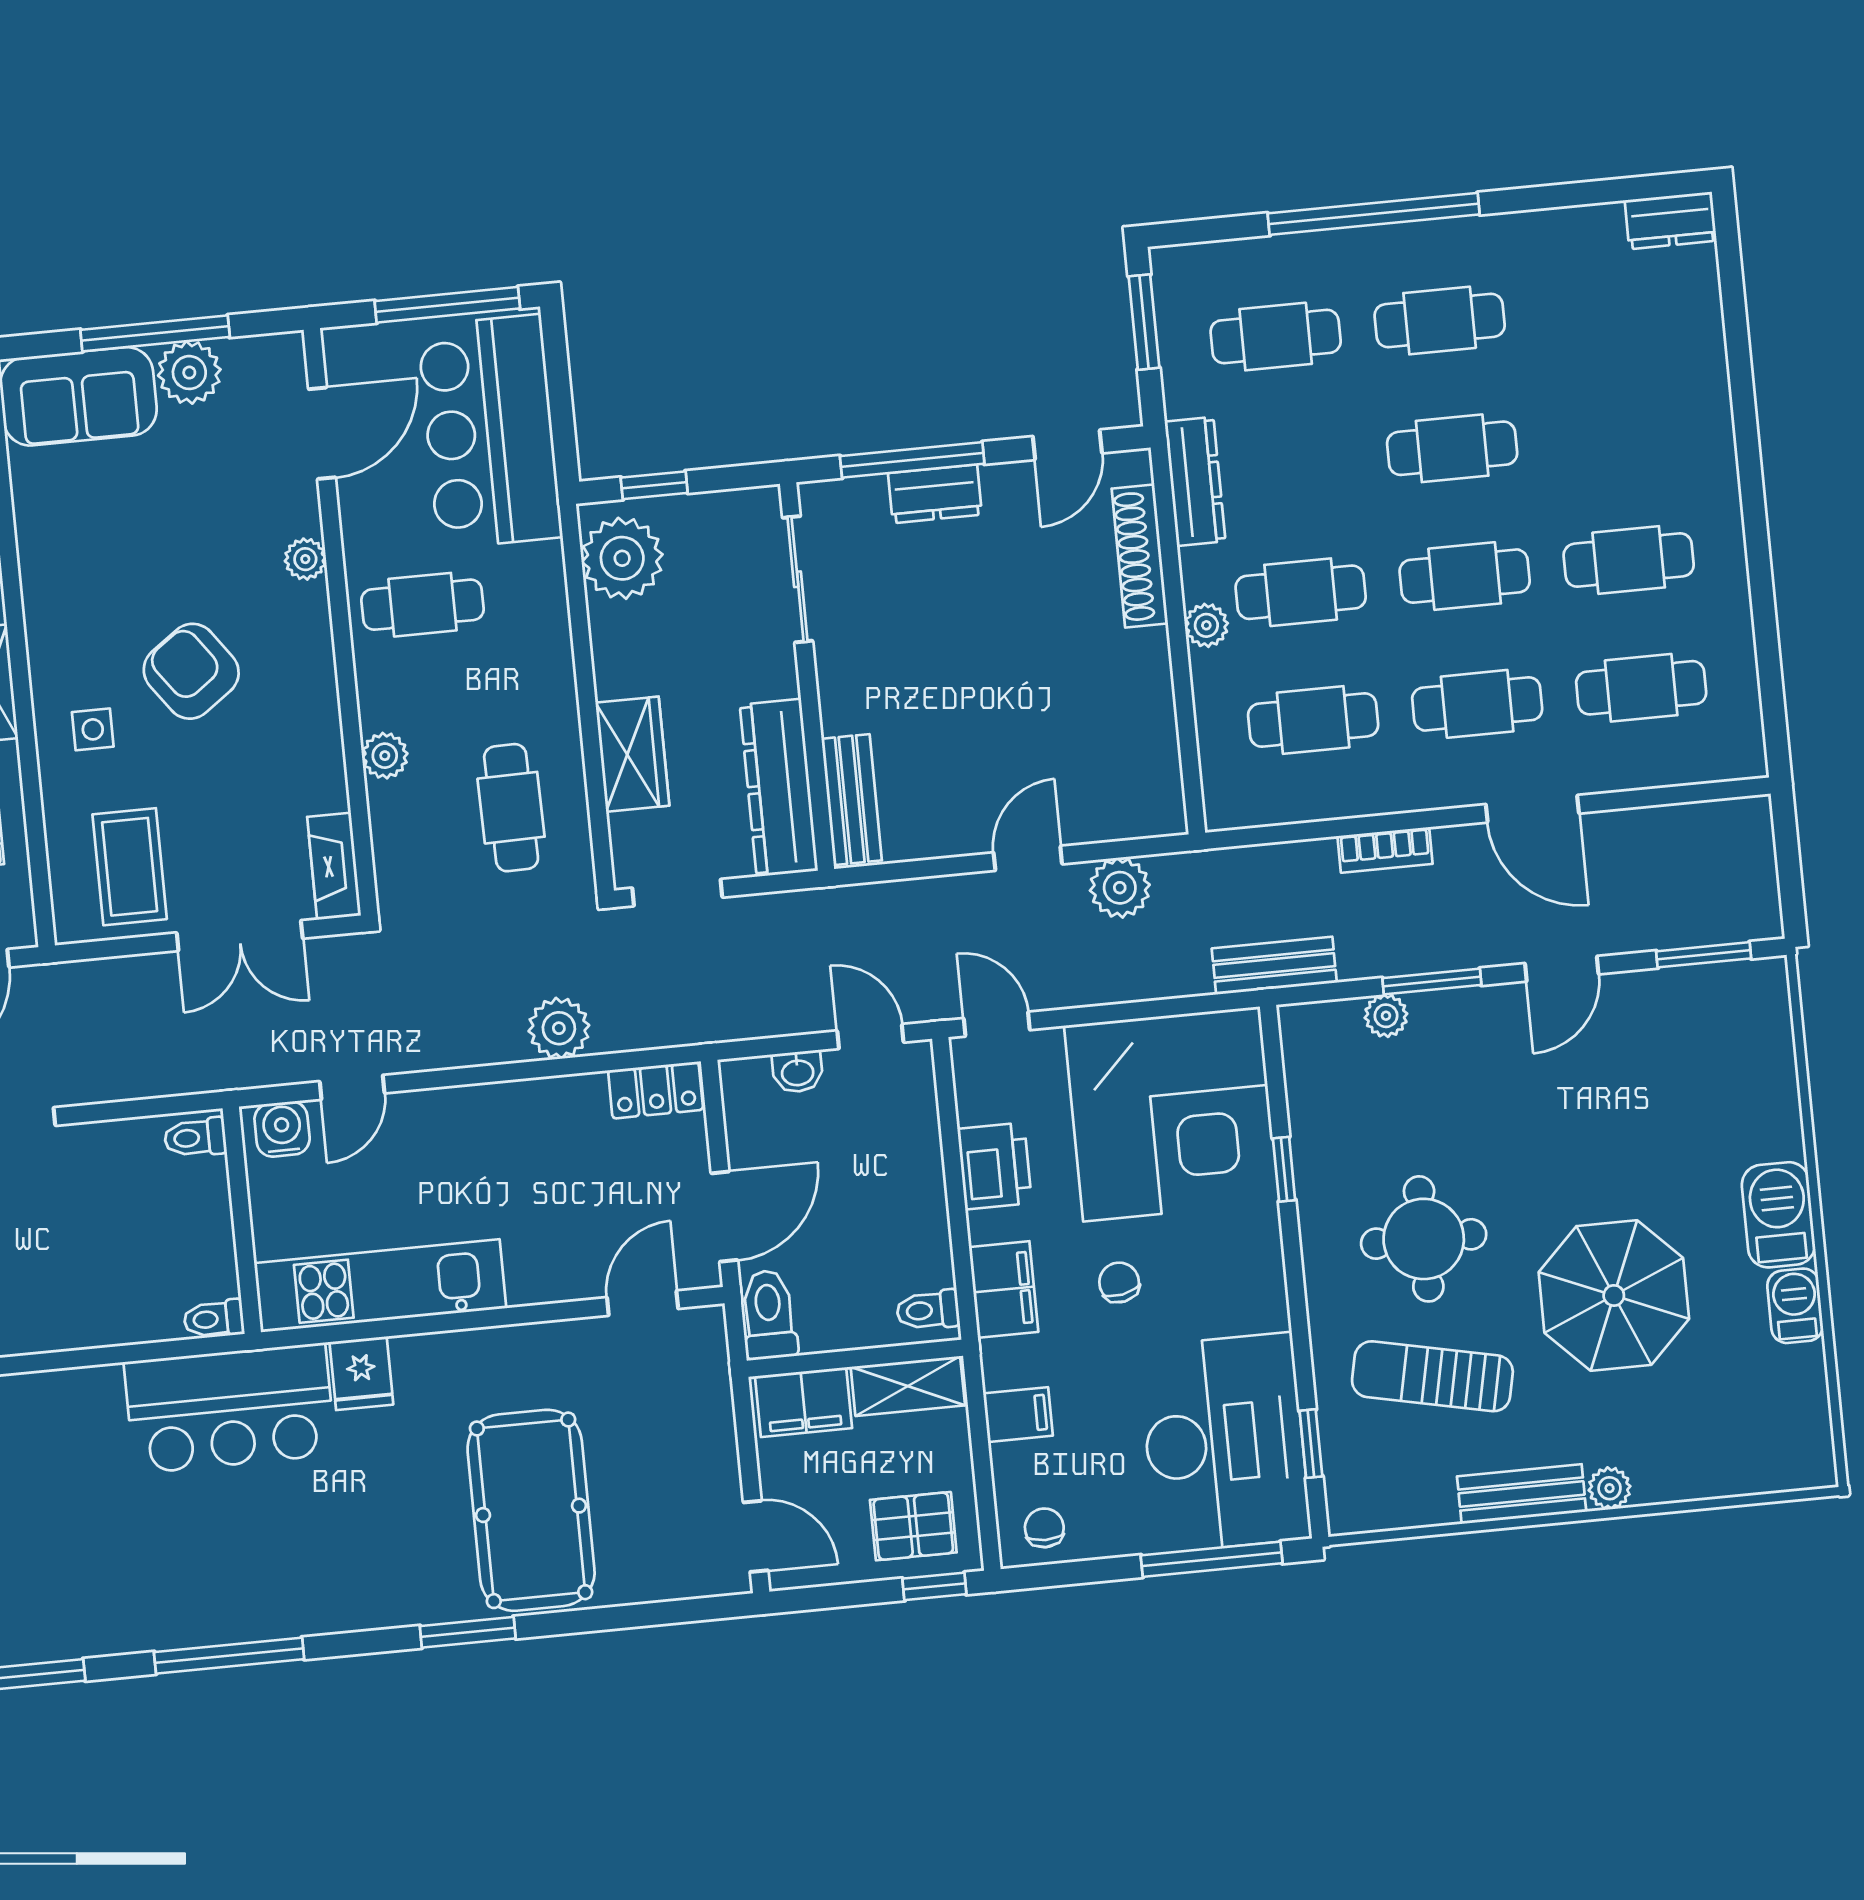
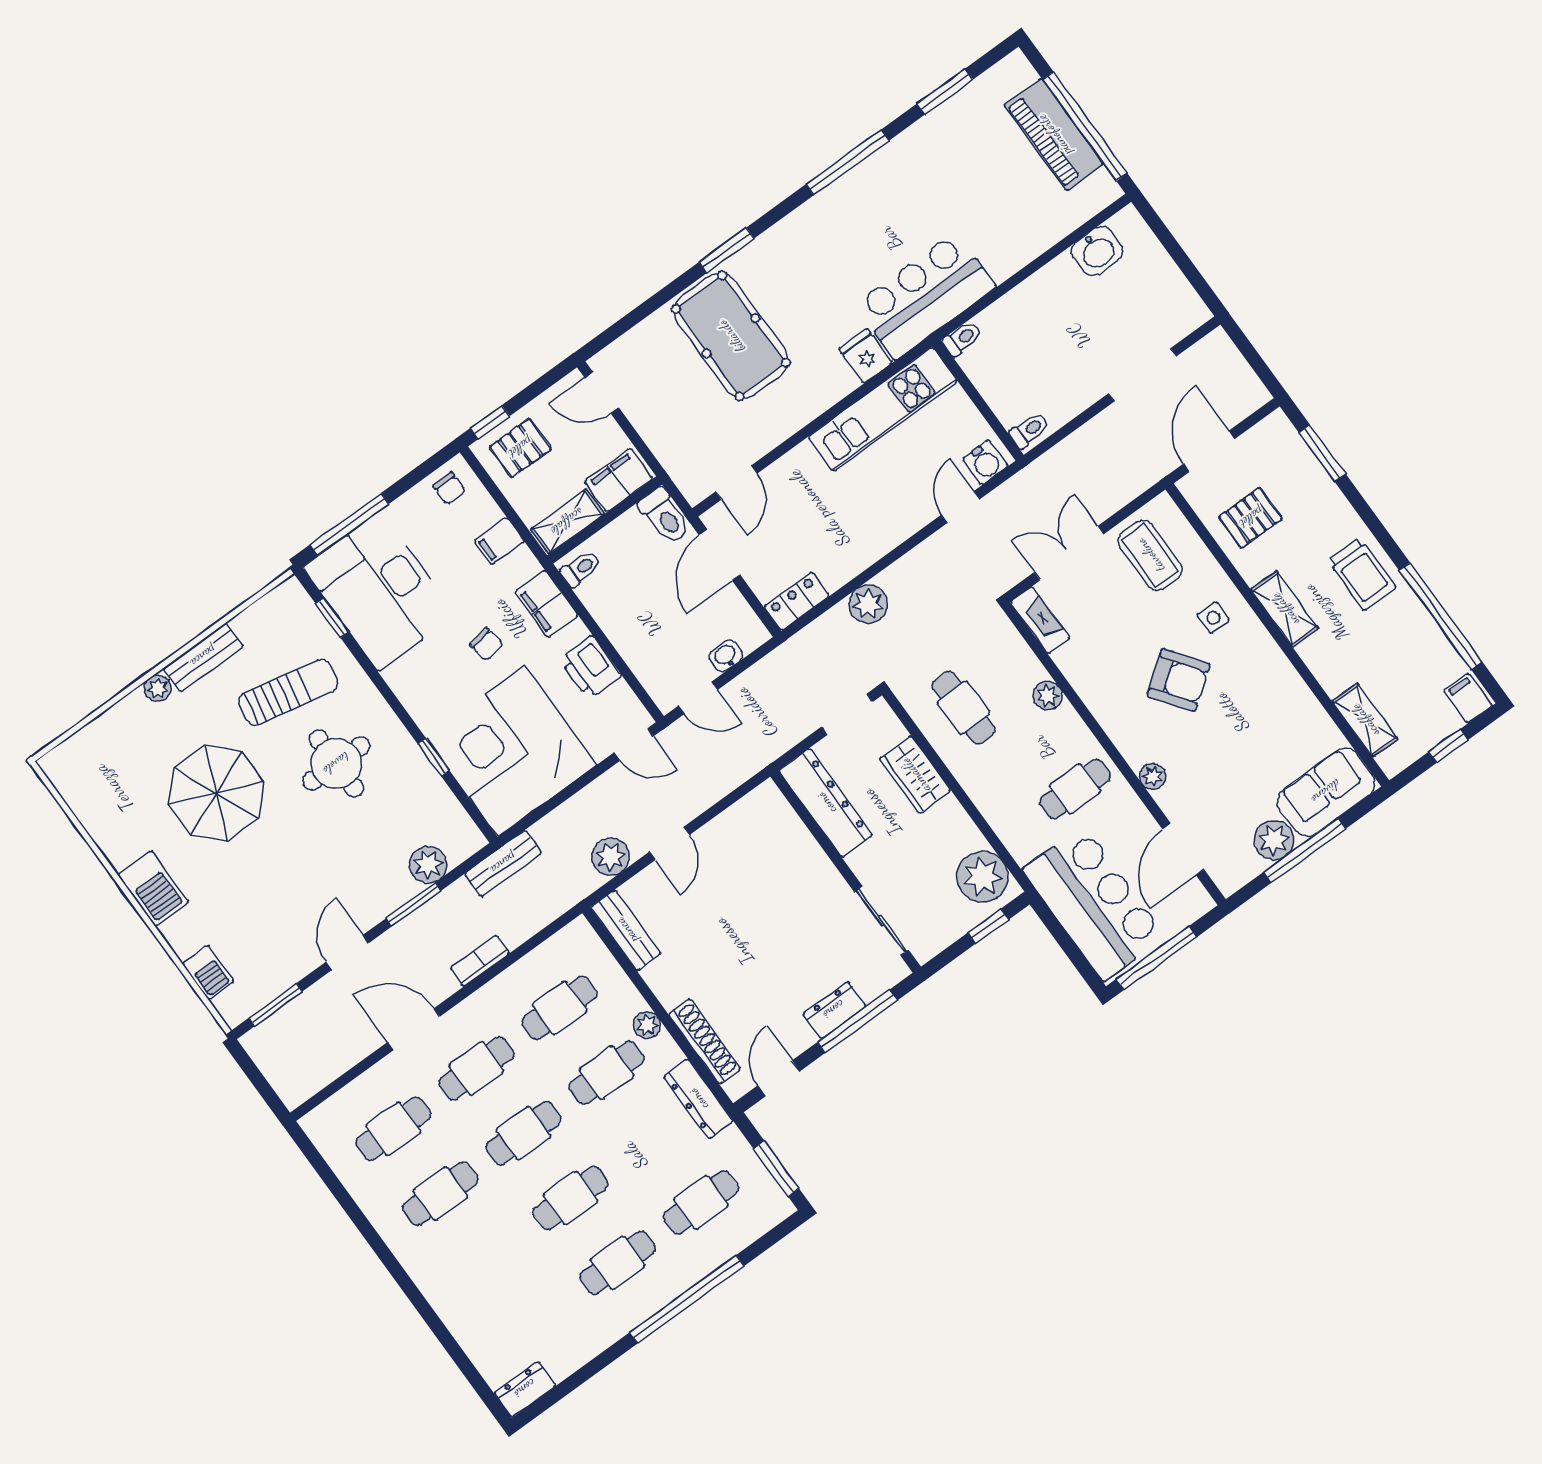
bench: (852, 800) -> (626, 930), moved
plant: (1386, 1016) -> (428, 865), width x1.38, depth x1.38
barbecue: (1795, 1306) -> (208, 972), moved

